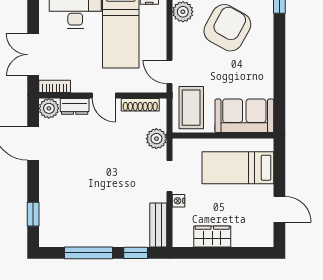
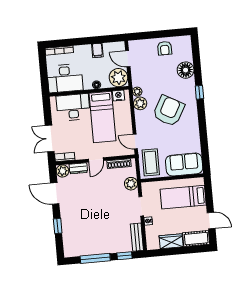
door: (104, 96) -> (96, 160), hinge flipped
window: (33, 214) -> (58, 226), moved
cot: (253, 236) -> (196, 239), added

